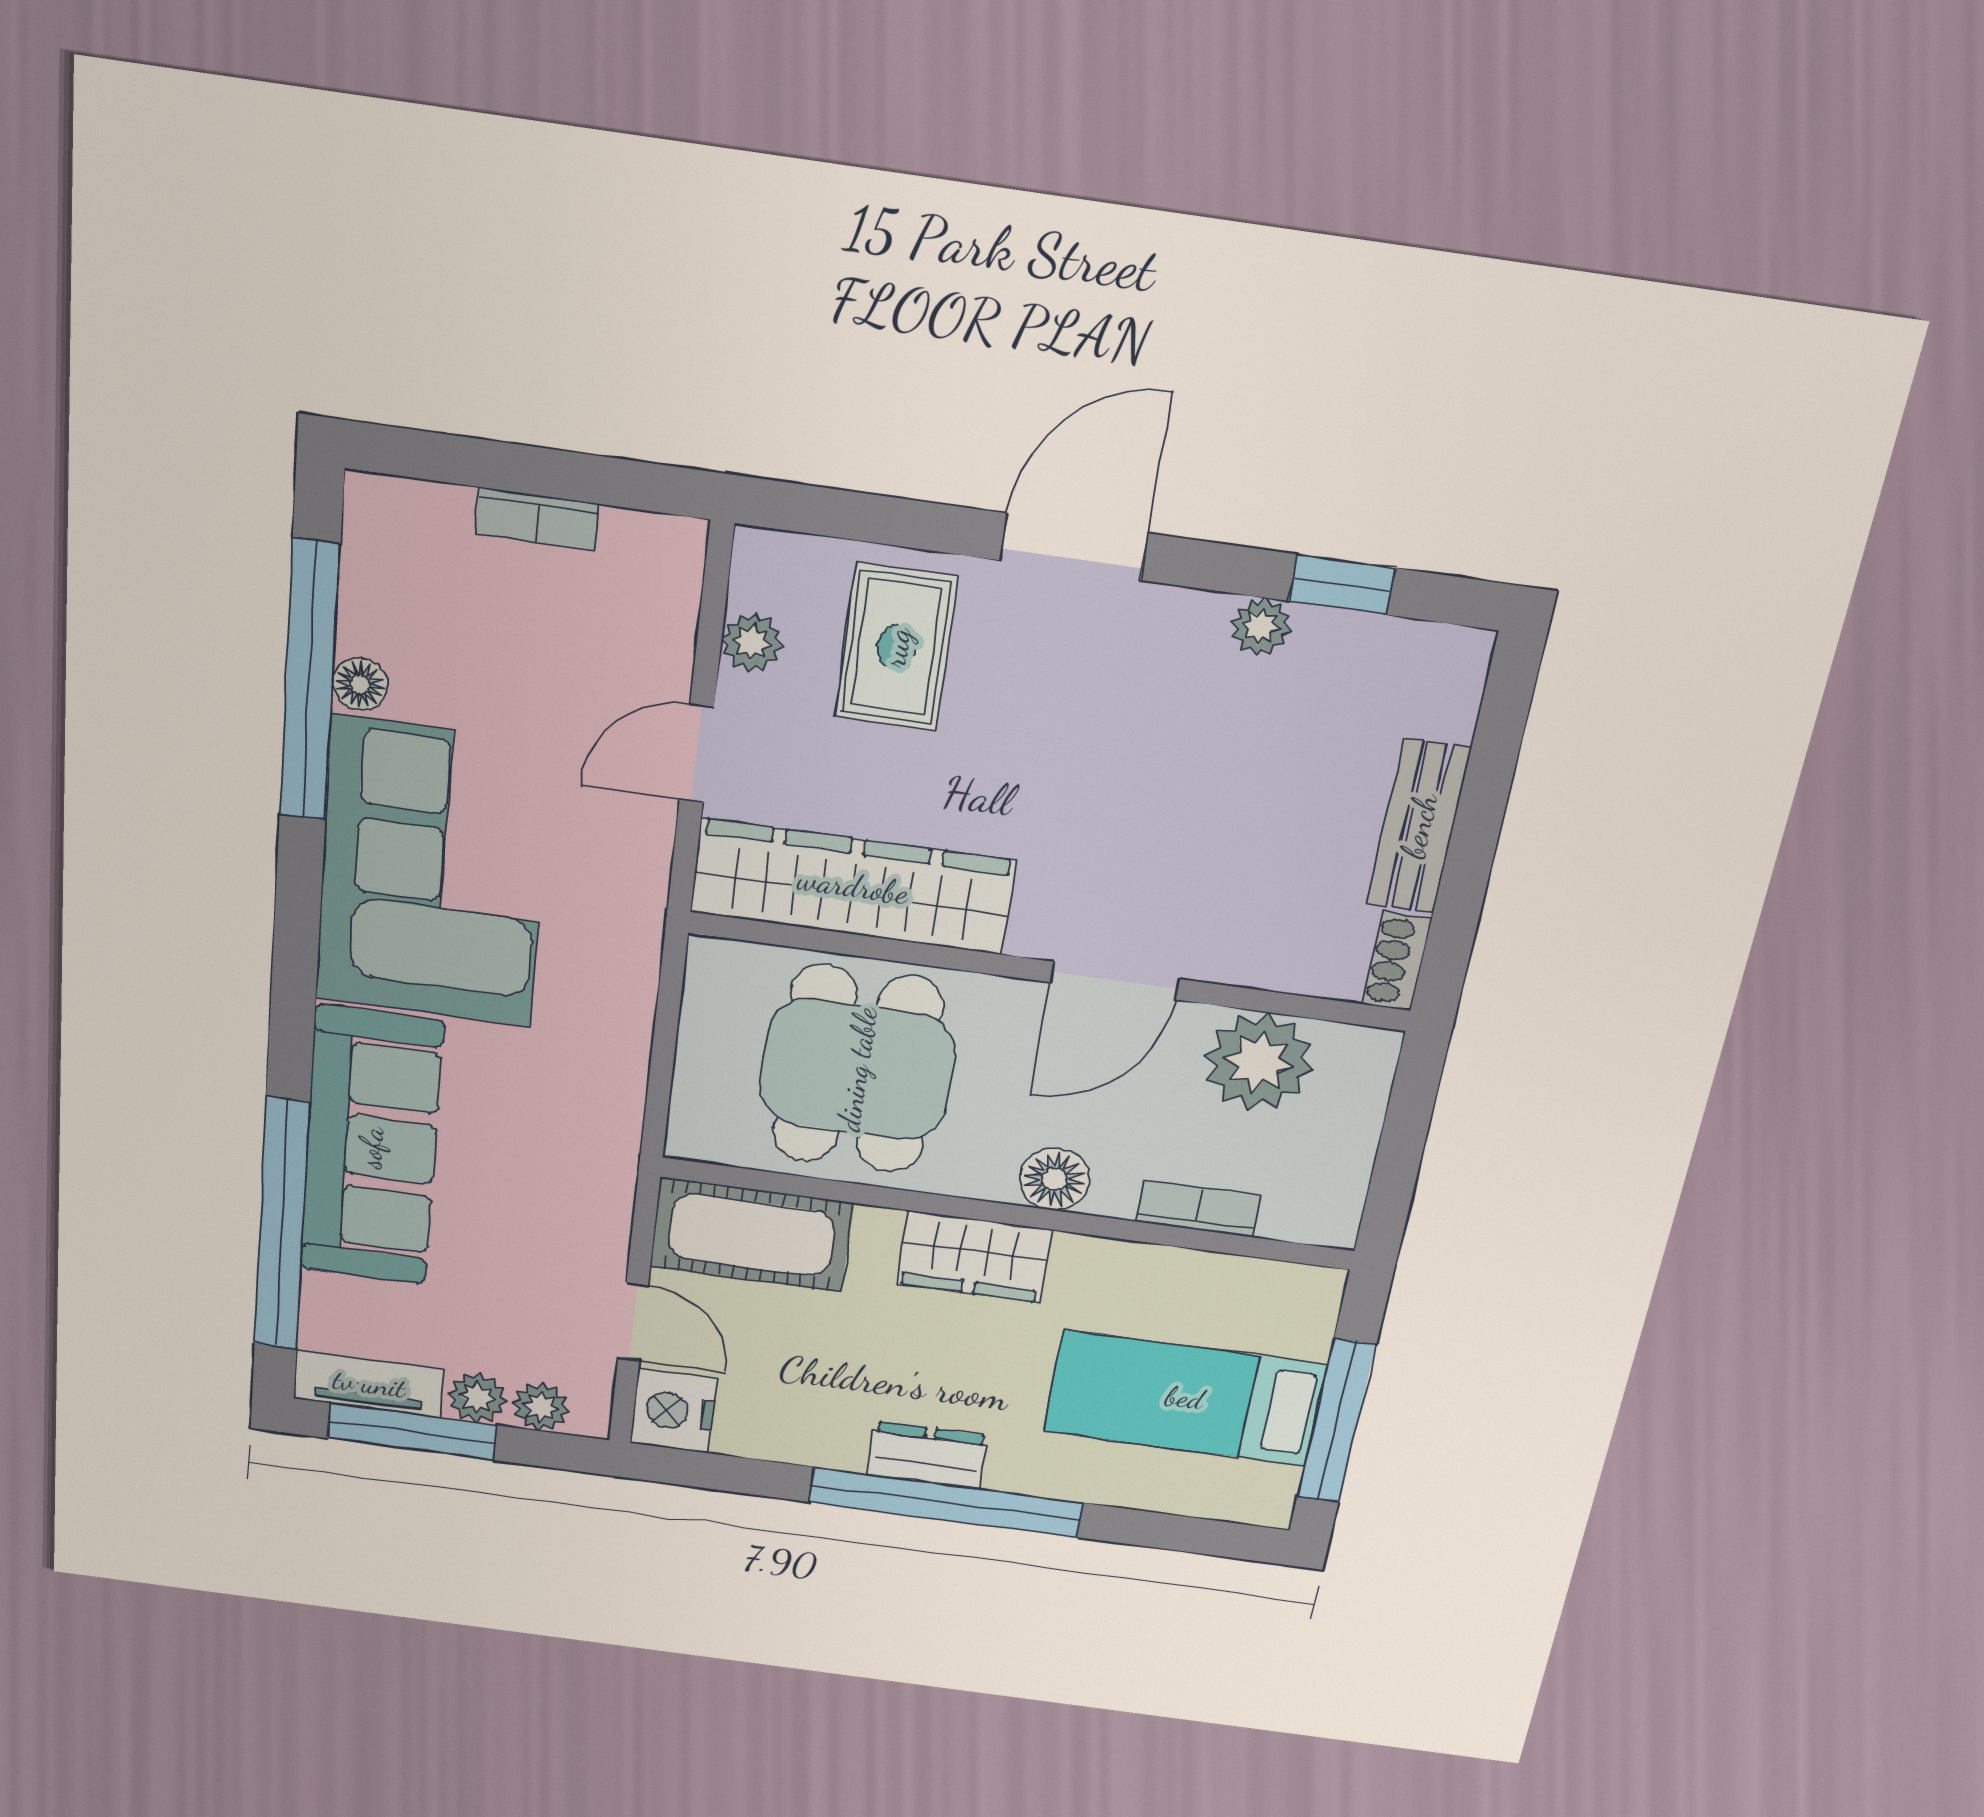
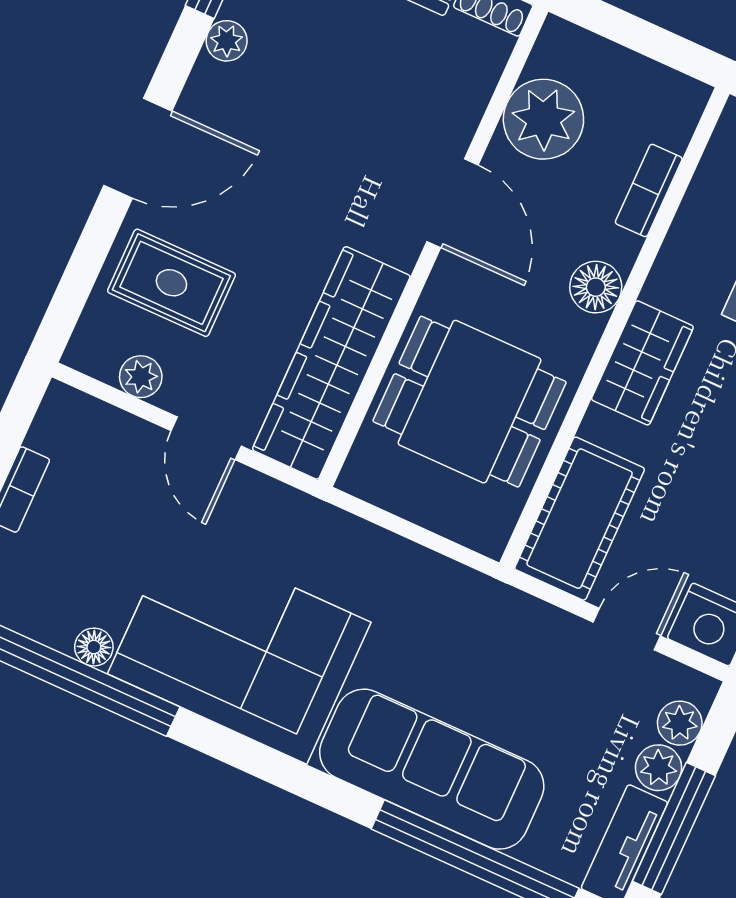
door: (1074, 547) -> (138, 148), swing flipped

